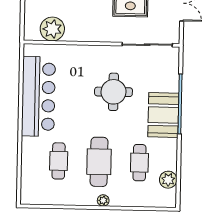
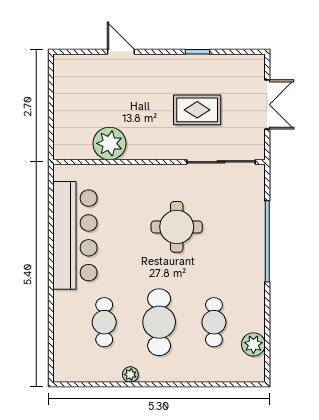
plant: (52, 29) -> (110, 143), moved
booth: (163, 115) -> (245, 257), removed
plant: (103, 200) -> (130, 374), moved

